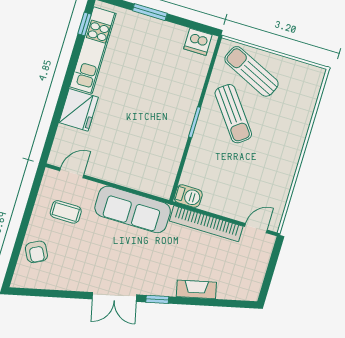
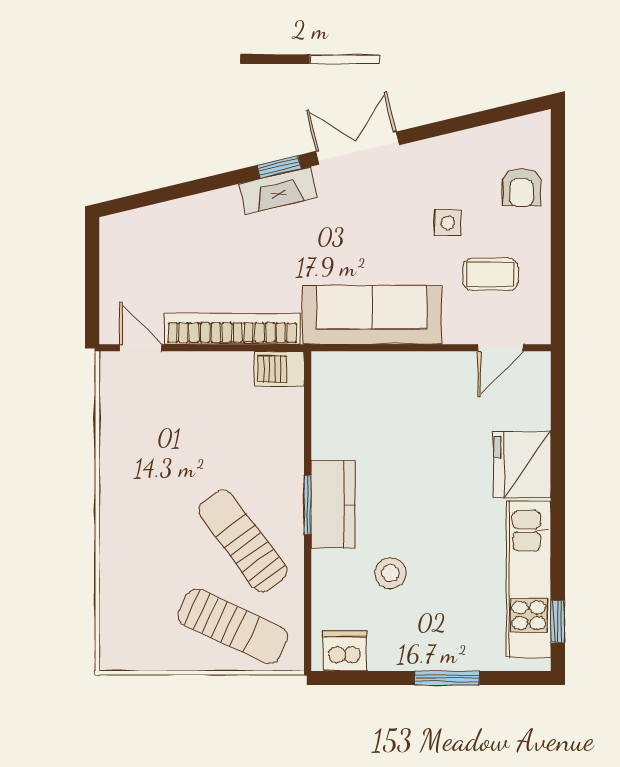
stool: (163, 74) -> (390, 573), added
kitchen counter: (182, 118) -> (333, 504), added
door: (256, 228) -> (141, 348), swing flipped
side table: (80, 245) -> (448, 223), added
armchair: (36, 252) -> (521, 187), turned -152
fireplace: (196, 289) -> (278, 190), moved

